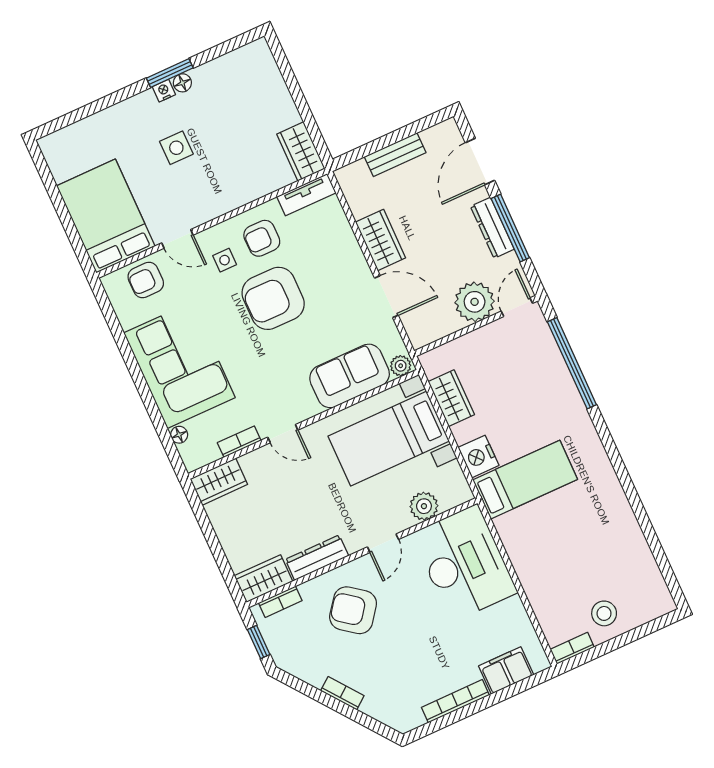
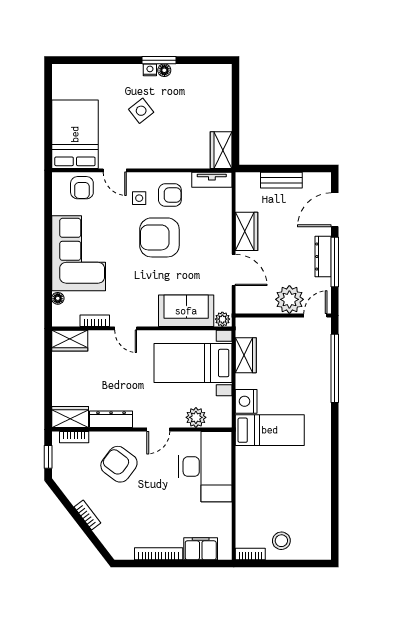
side table: (176, 148) -> (141, 111), turned -38
armchair: (262, 238) -> (170, 195), turned 180
armchair: (146, 280) -> (82, 188), turned -90

